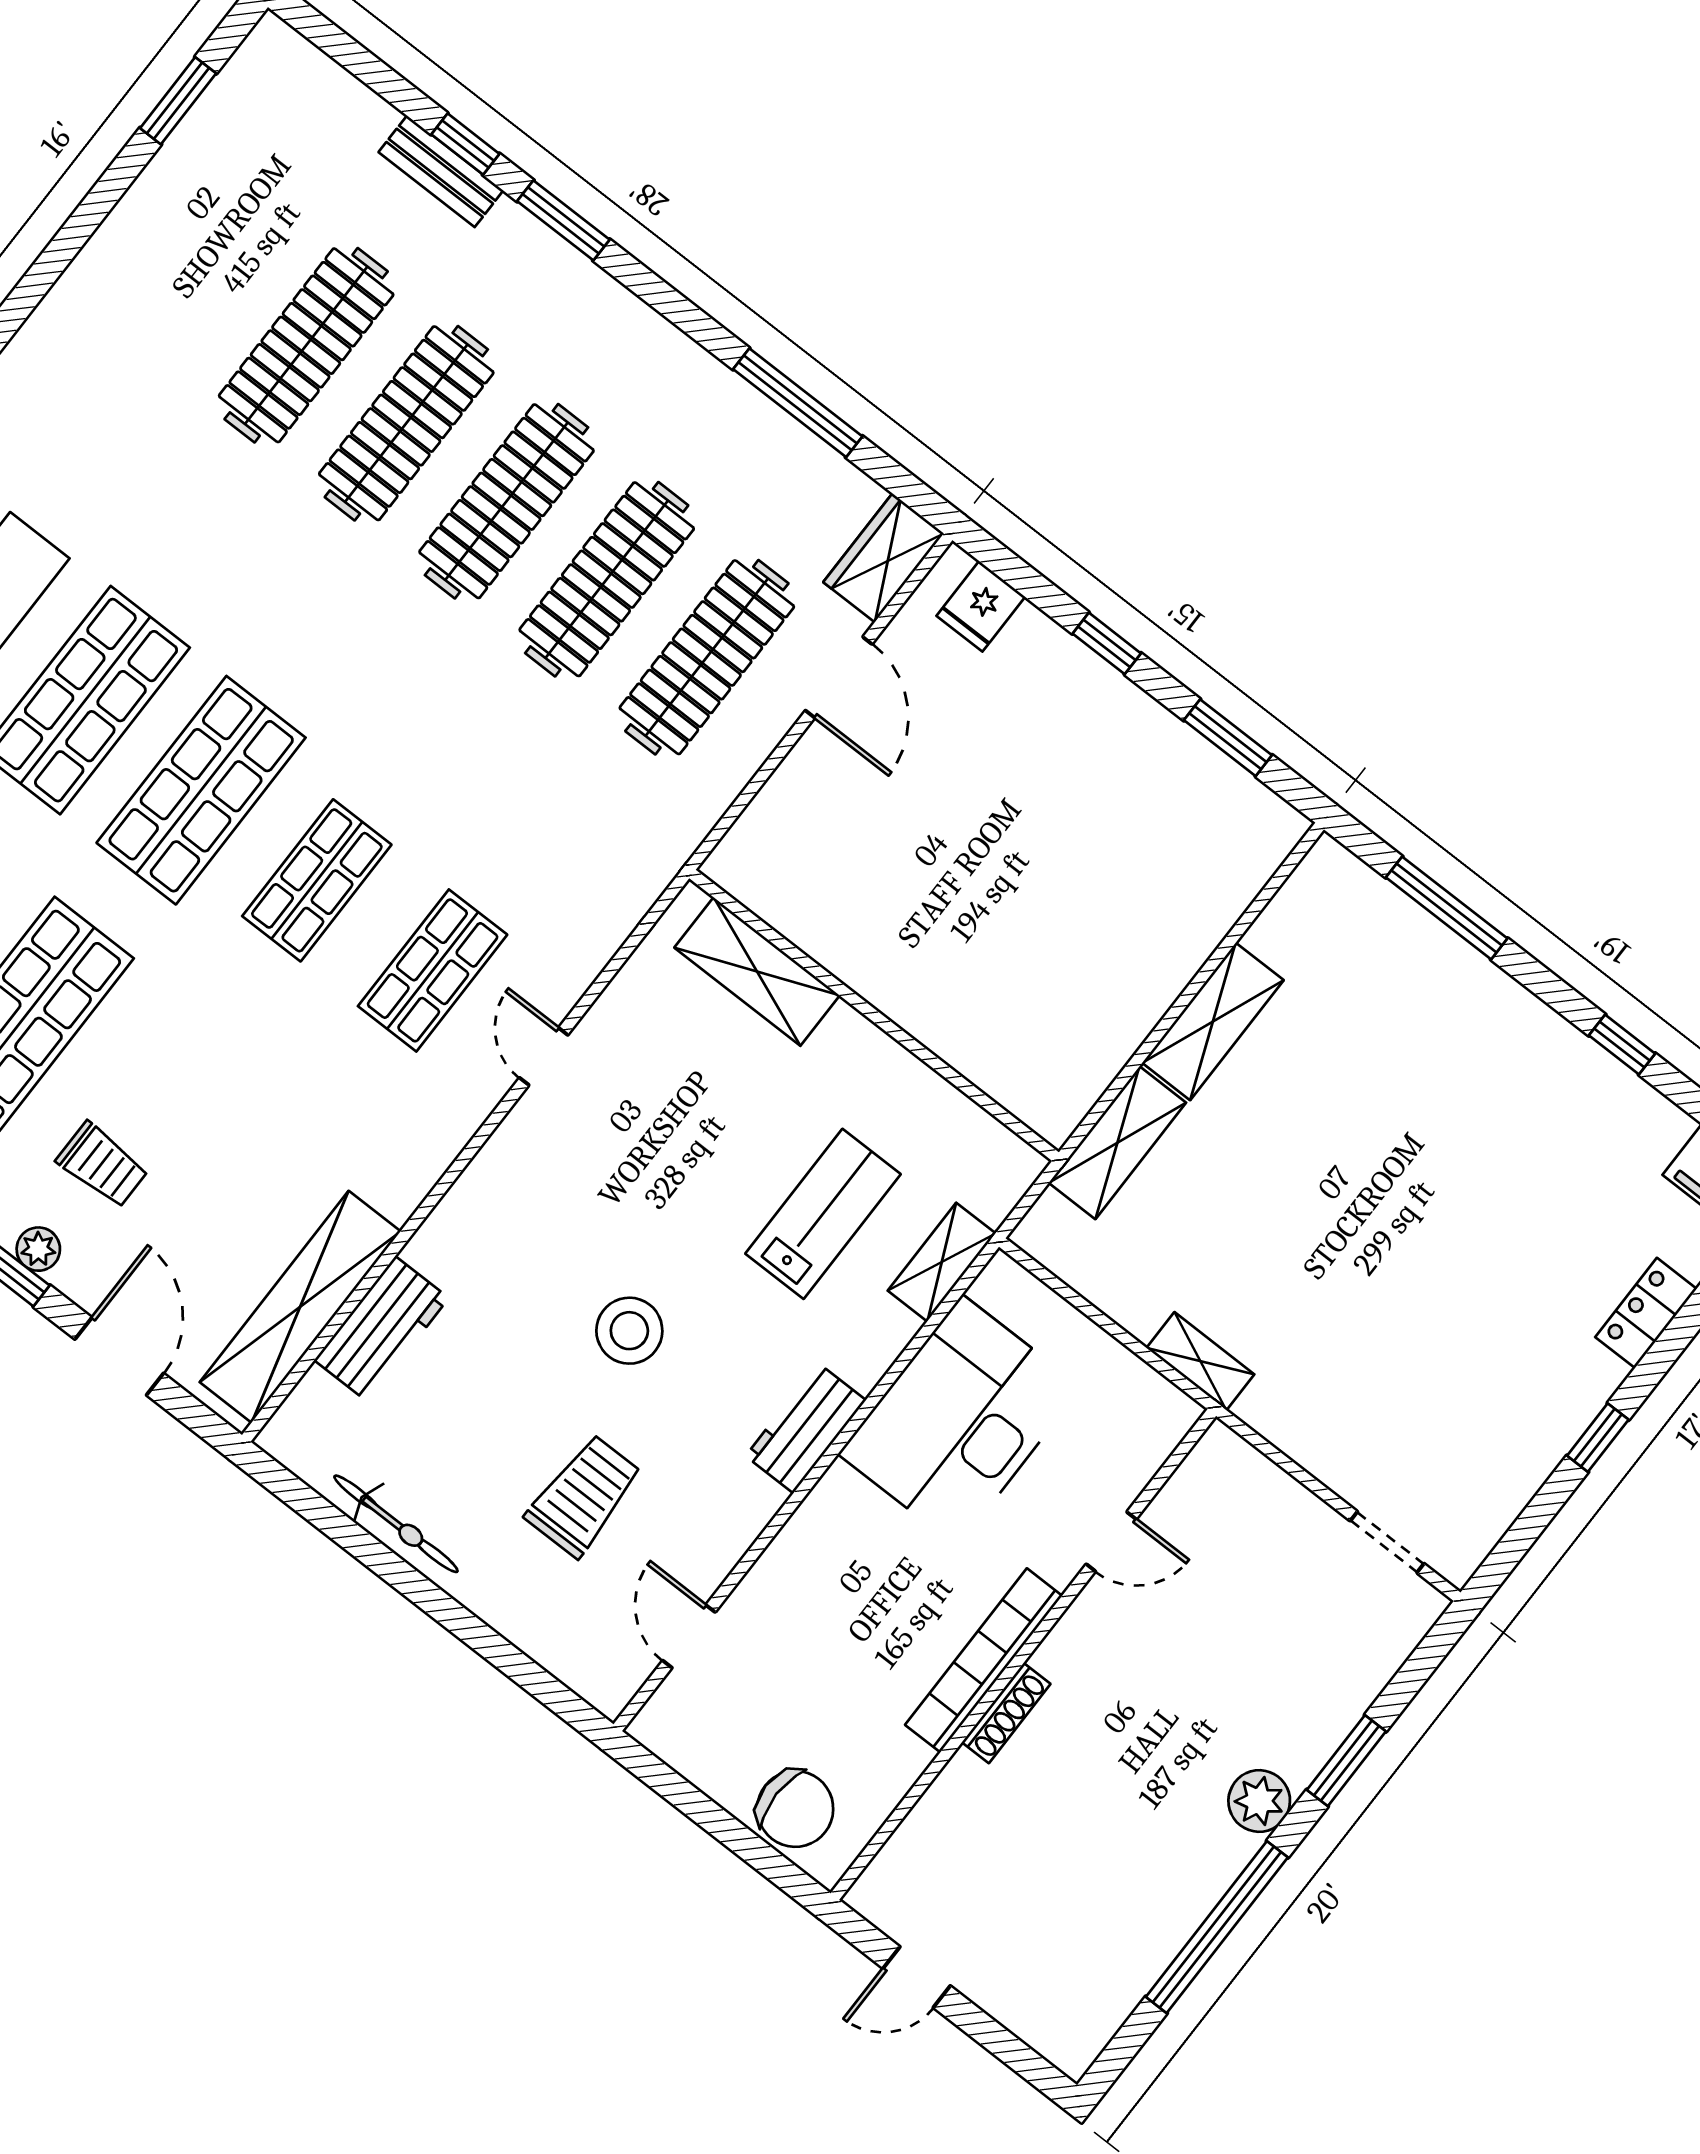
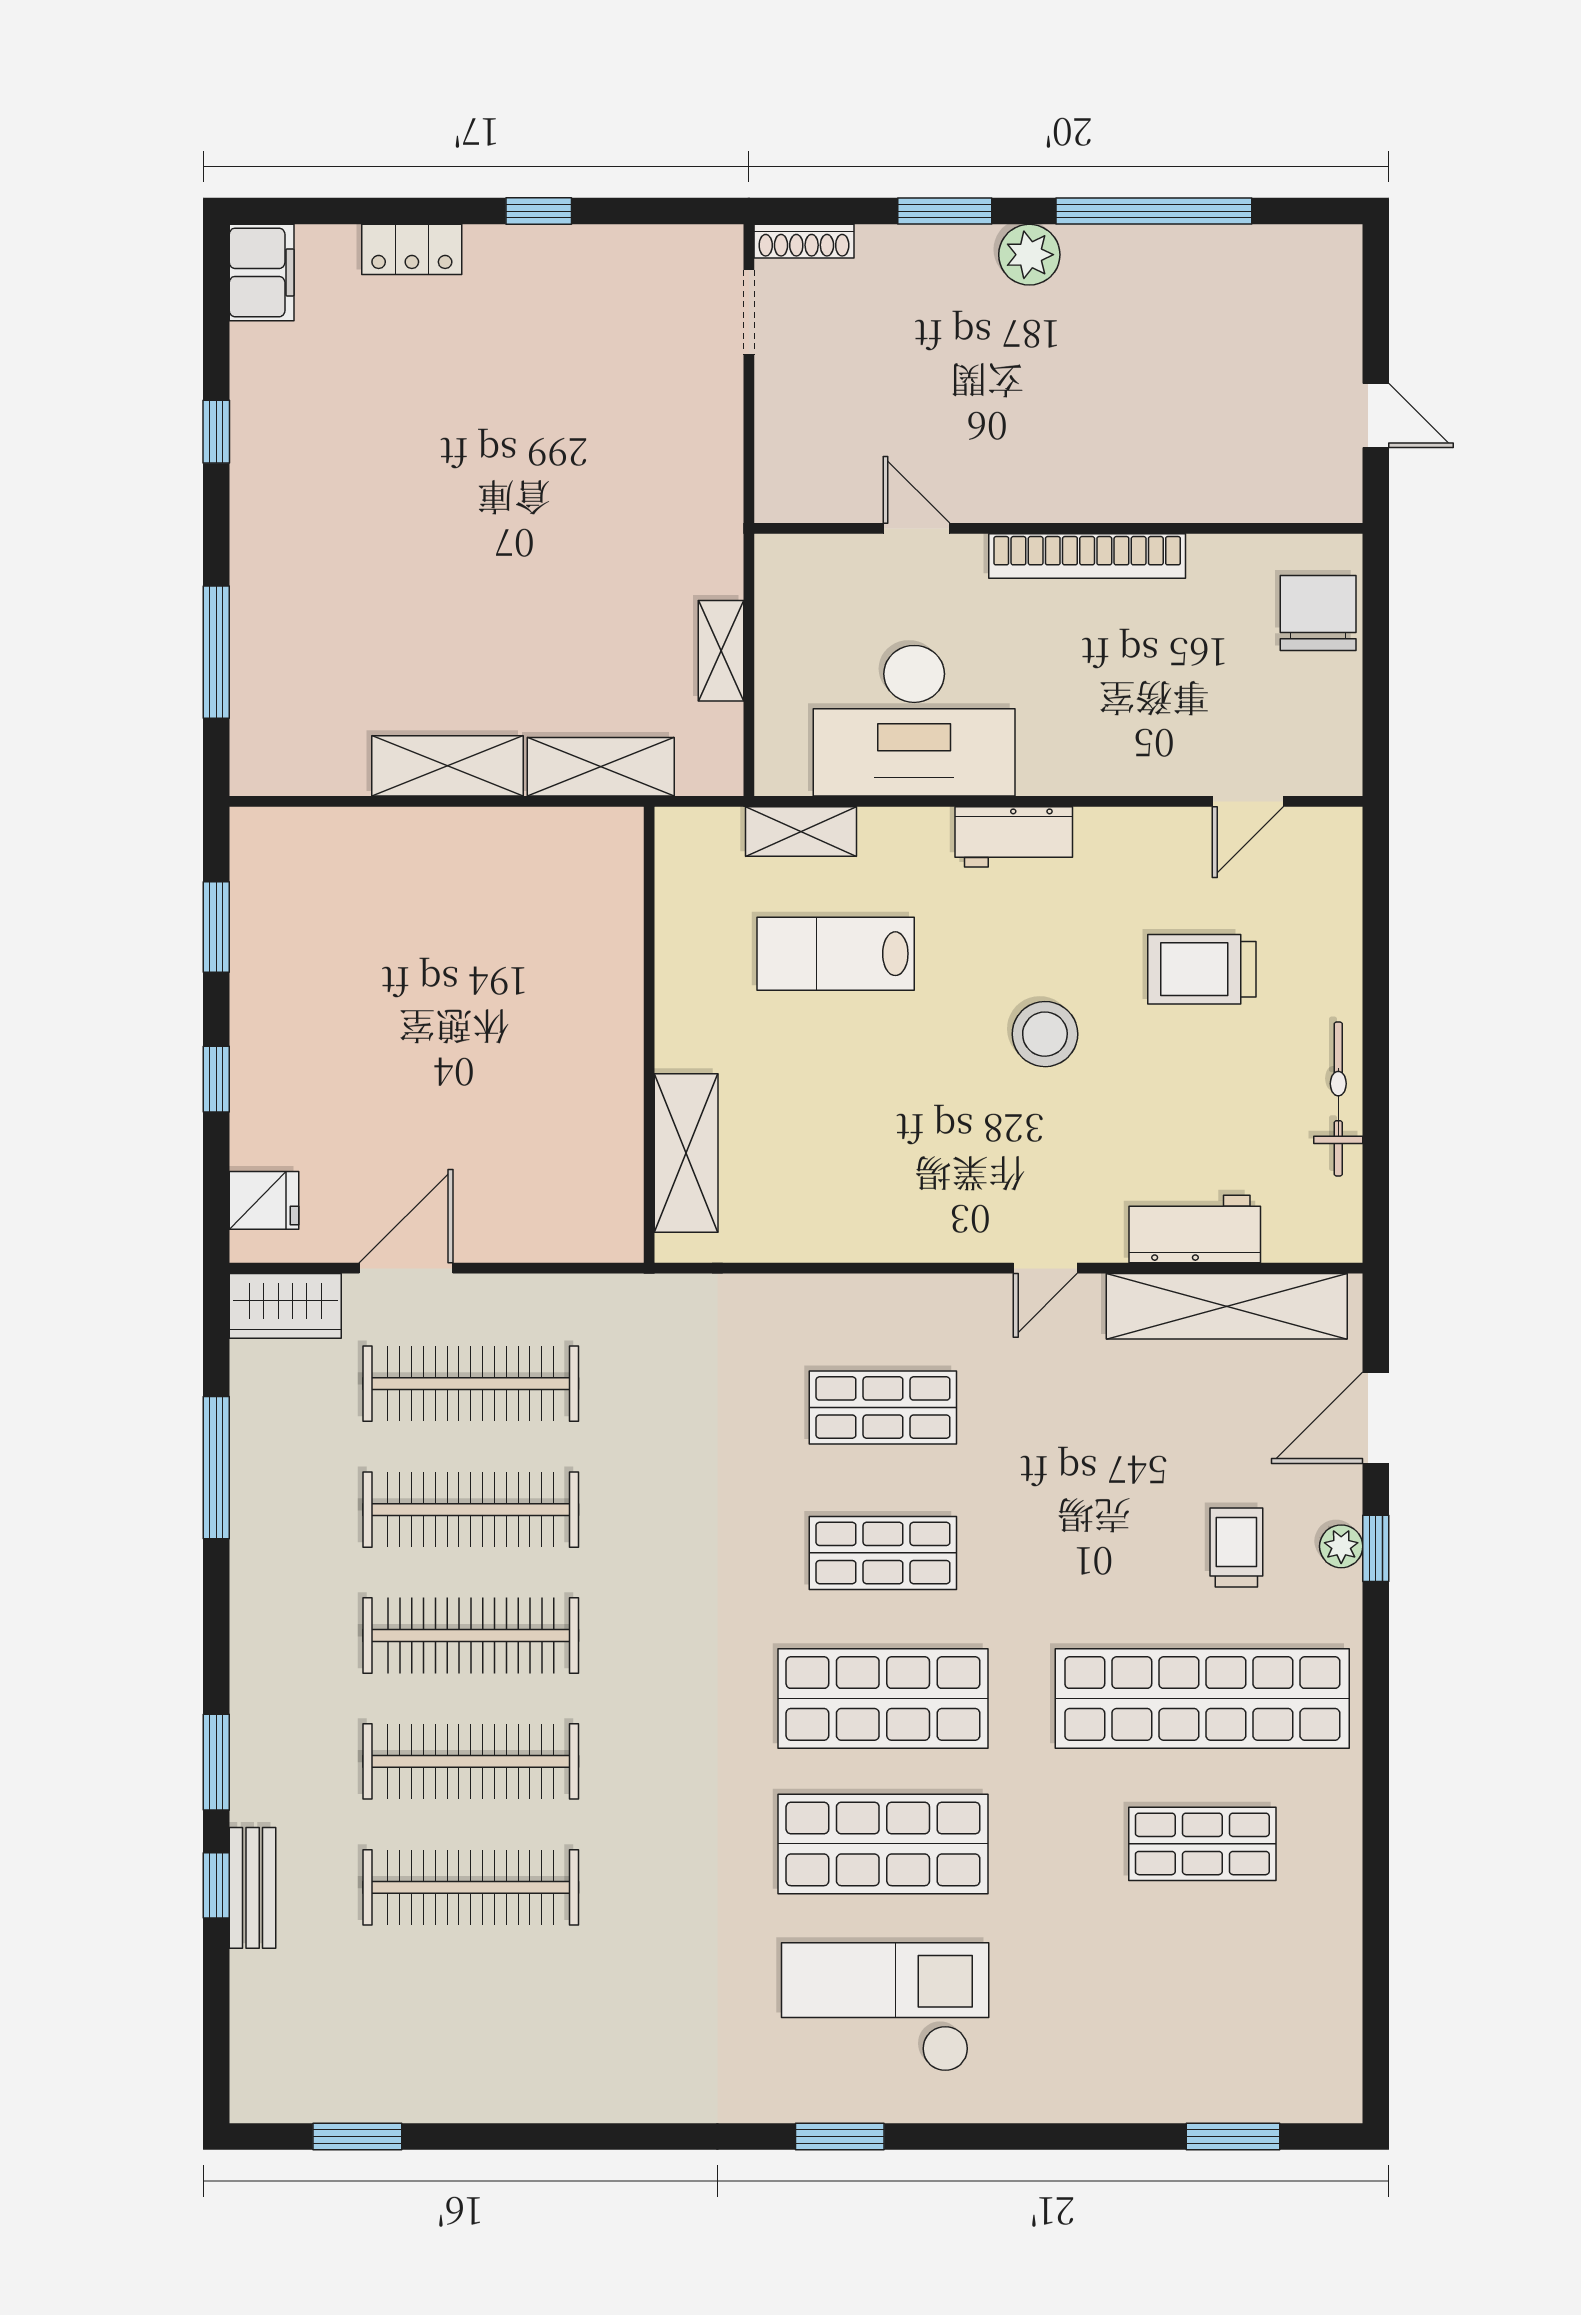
door: (544, 1056) -> (1045, 1268), moved
shelving: (1200, 1361) -> (721, 651), moved
shoe rack: (1006, 1713) -> (804, 241), moved, turned 180

